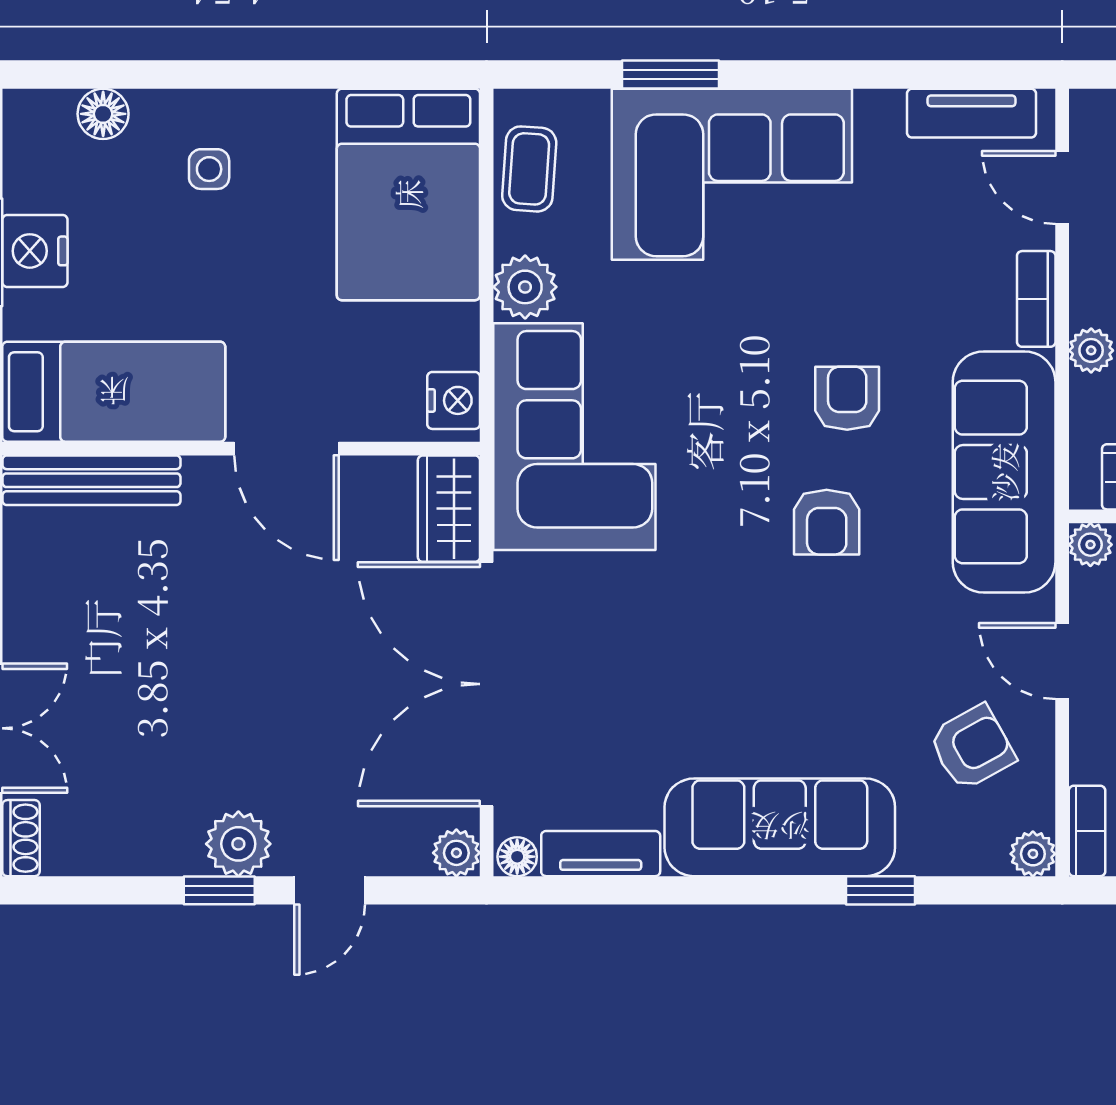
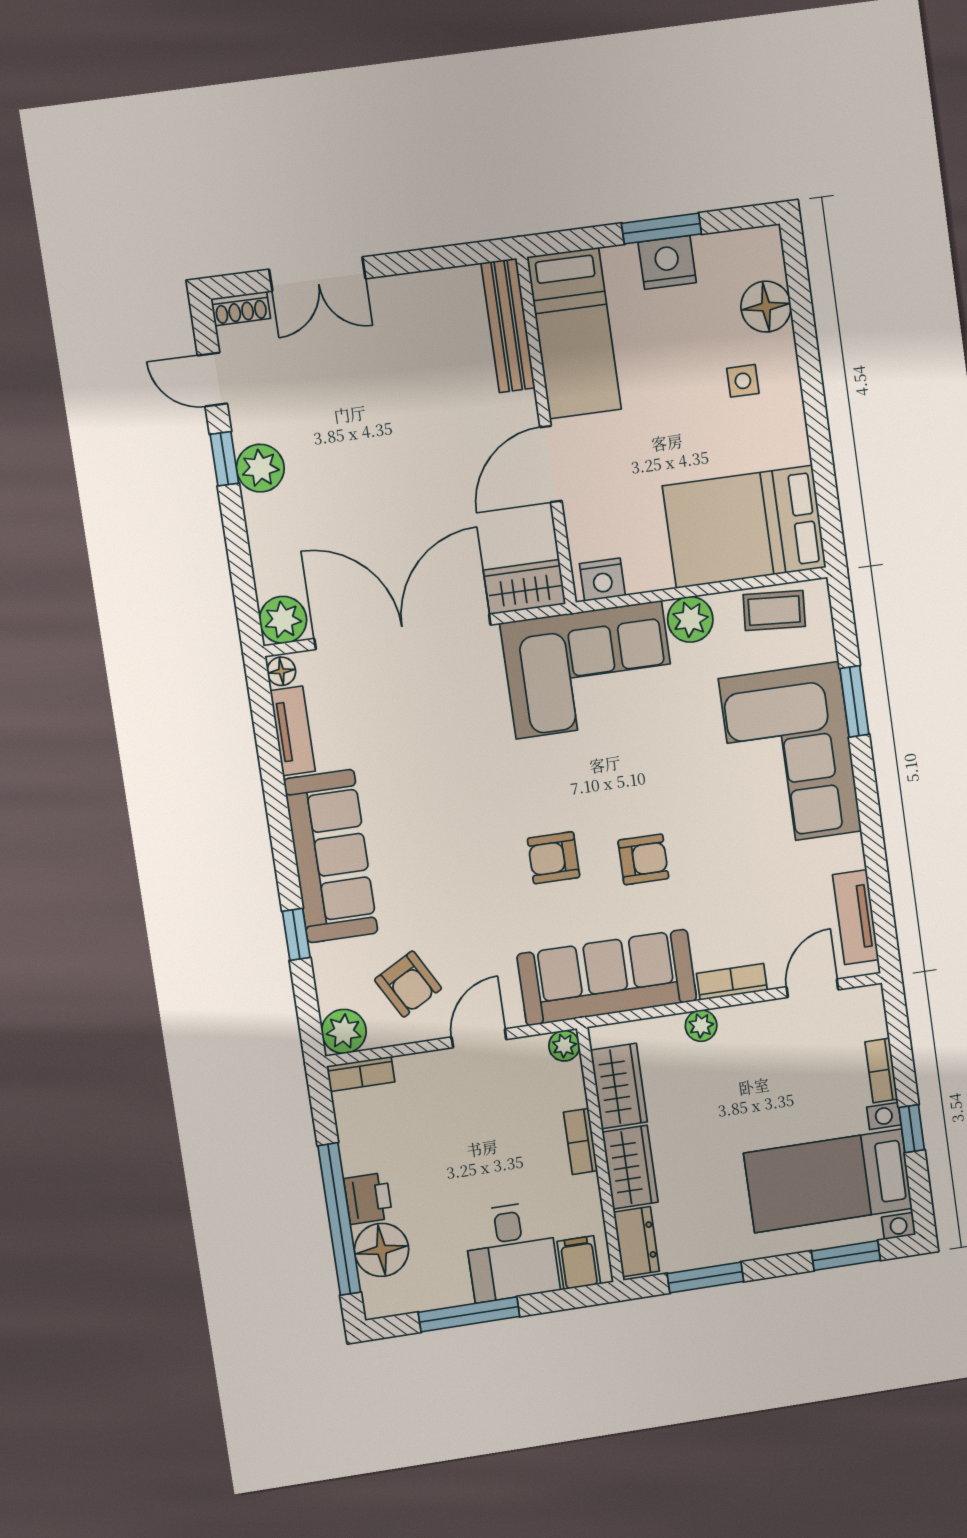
floor lamp: (103, 114) -> (766, 307), width x1.38, depth x1.38
plant: (456, 853) -> (283, 620), width x1.38, depth x1.38
plant: (1033, 854) -> (344, 1031), width x1.38, depth x1.38
door: (330, 890) -> (212, 379), moved

